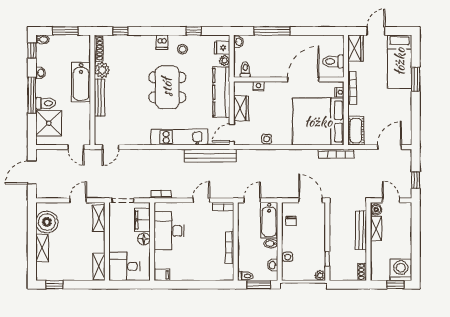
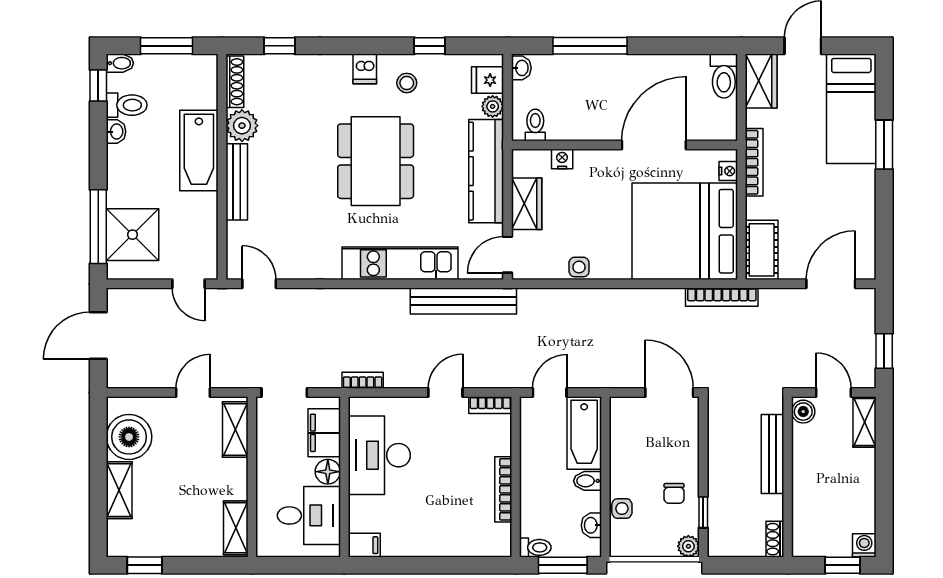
toilet: (333, 61) -> (724, 76), moved, turned -90
window: (32, 95) -> (98, 227), moved
toilet: (46, 103) -> (127, 105), moved
door: (110, 147) -> (259, 284), swing flipped
chair: (291, 221) -> (674, 493), moved
shelving: (376, 229) -> (865, 422), moved
desk: (124, 266) -> (309, 515), moved, turned 180
washing machine: (401, 270) -> (864, 545), width x0.53, depth x0.53

